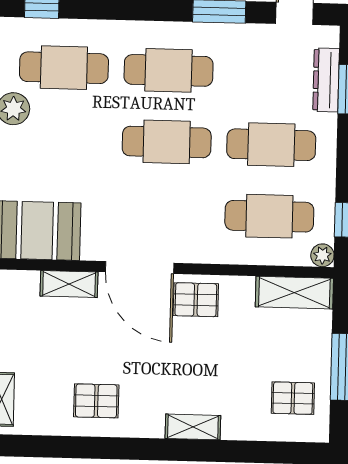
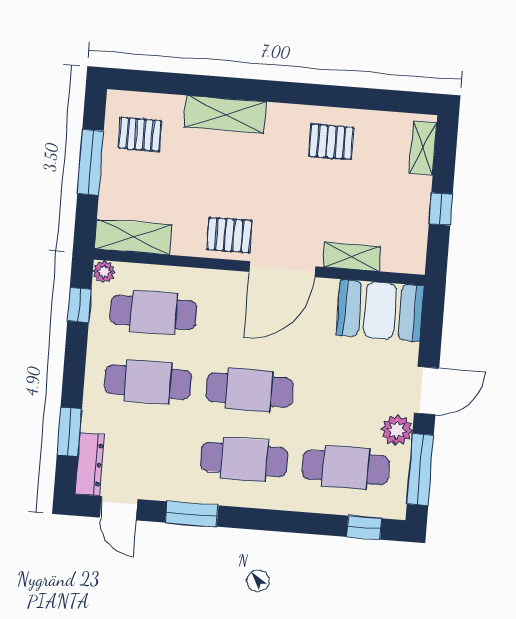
dresser: (326, 80) -> (90, 464), moved
door: (140, 268) -> (282, 269), swing flipped
shelving: (193, 427) -> (225, 114), width x1.50, depth x1.33

